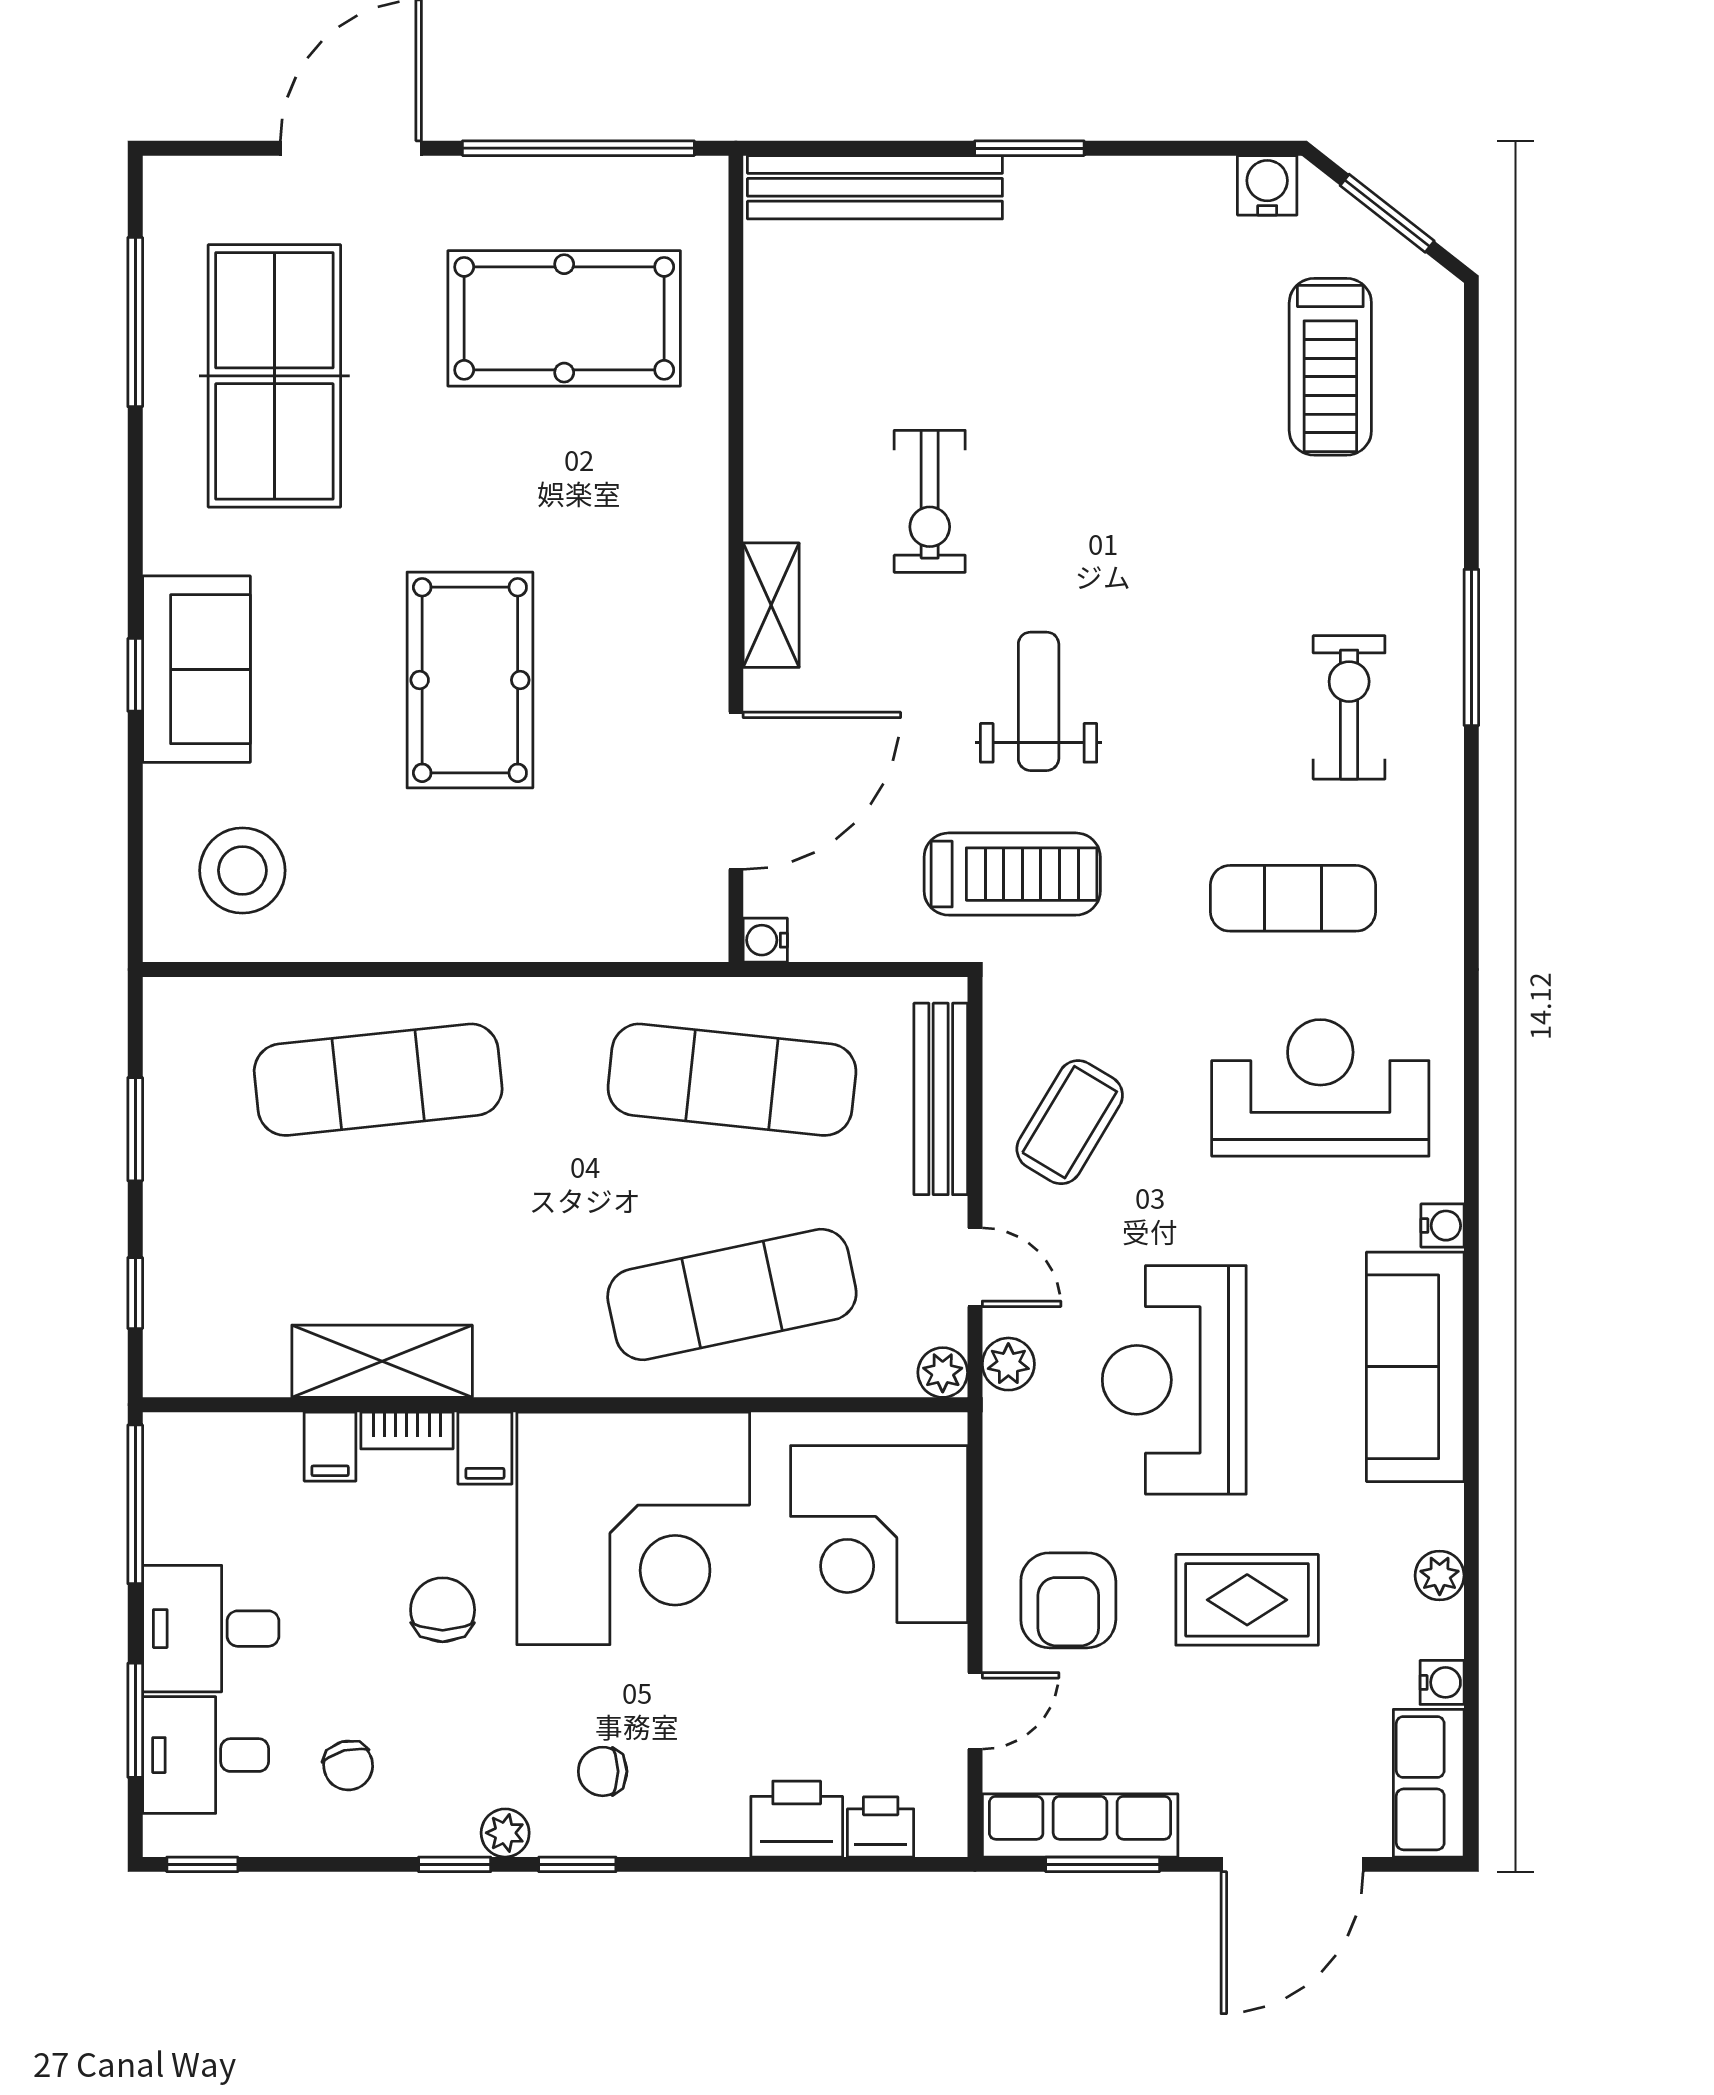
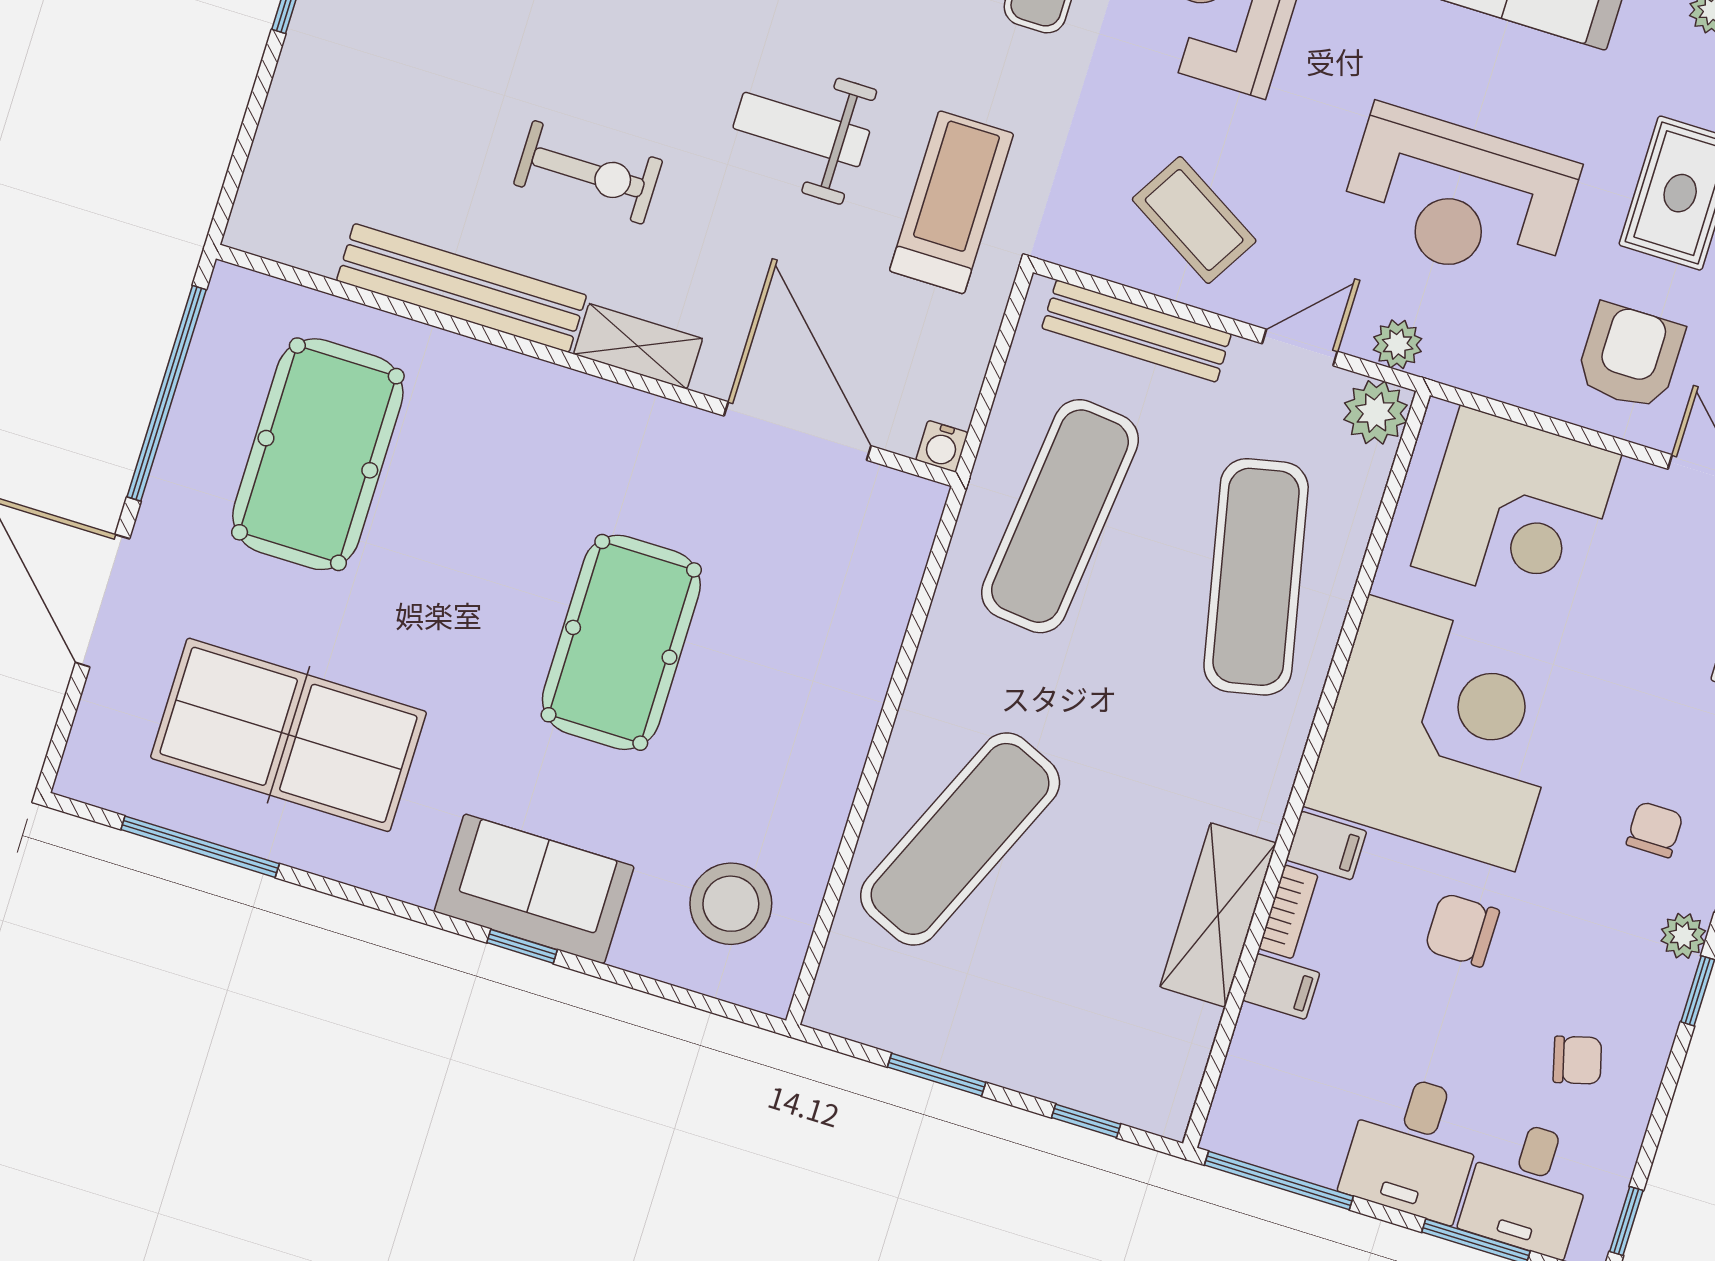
bench: (875, 187) -> (462, 288), moved, turned 90
pool table: (470, 680) -> (621, 642), turned 90
exercise mat: (378, 1080) -> (960, 839), turned 30
plant: (943, 1372) -> (1376, 412), width x1.38, depth x1.38
armchair: (1068, 1600) -> (1630, 356), turned -90
chair: (603, 1771) -> (1655, 830), turned 180

